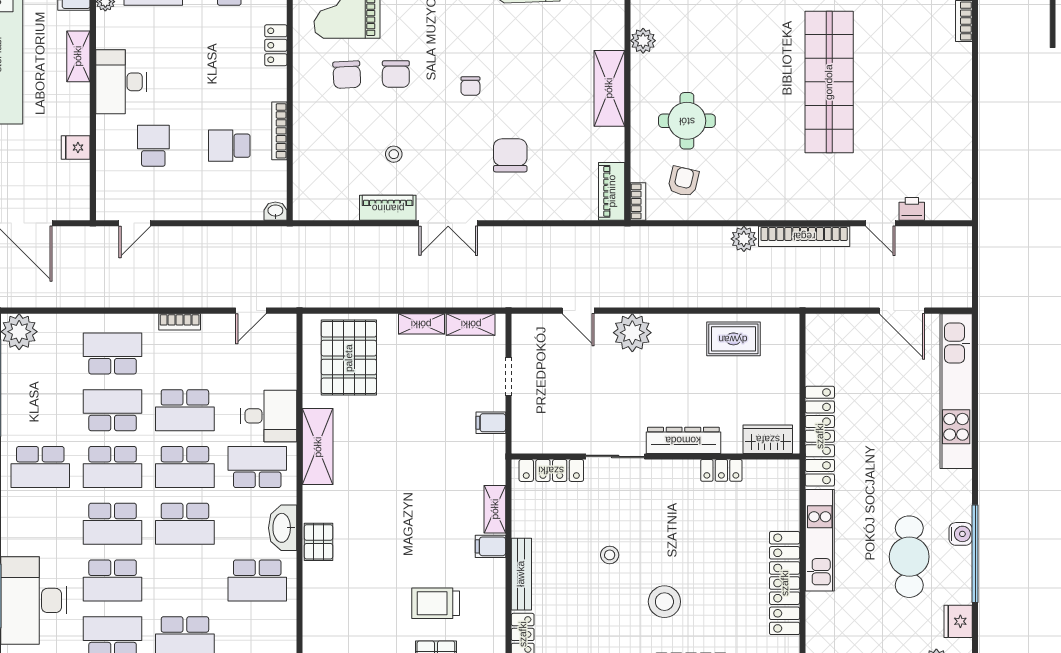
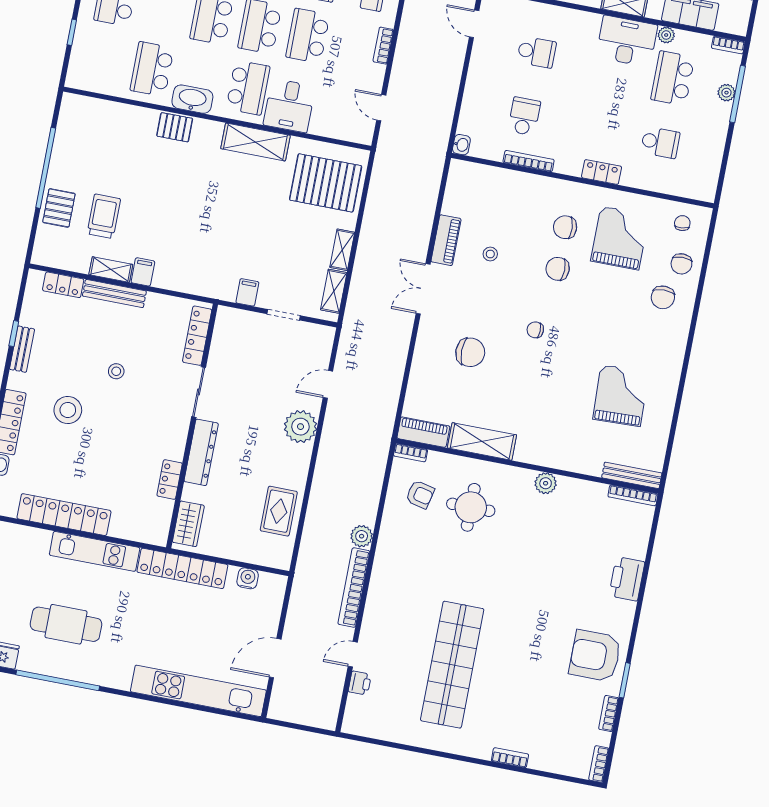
desk: (121, 82) -> (627, 41), moved
shop shelf: (829, 82) -> (452, 665), moved, turned 90
shelving: (609, 88) -> (482, 441), moved
shelving: (495, 509) -> (111, 269), moved
water cooler: (961, 534) -> (248, 578), moved, turned 180

